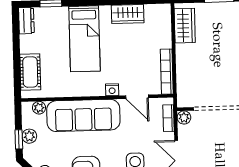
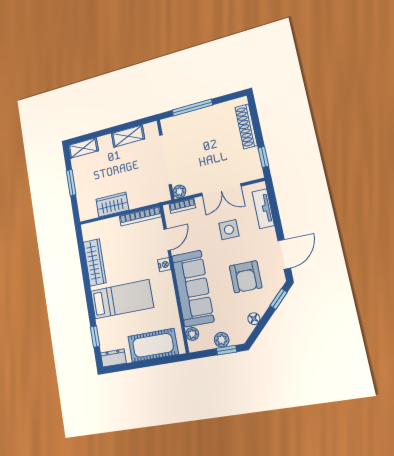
wardrobe: (128, 14) -> (95, 262), width x1.50
wardrobe: (185, 26) -> (112, 205), moved
cot: (30, 72) -> (153, 345), width x1.37, depth x1.34

